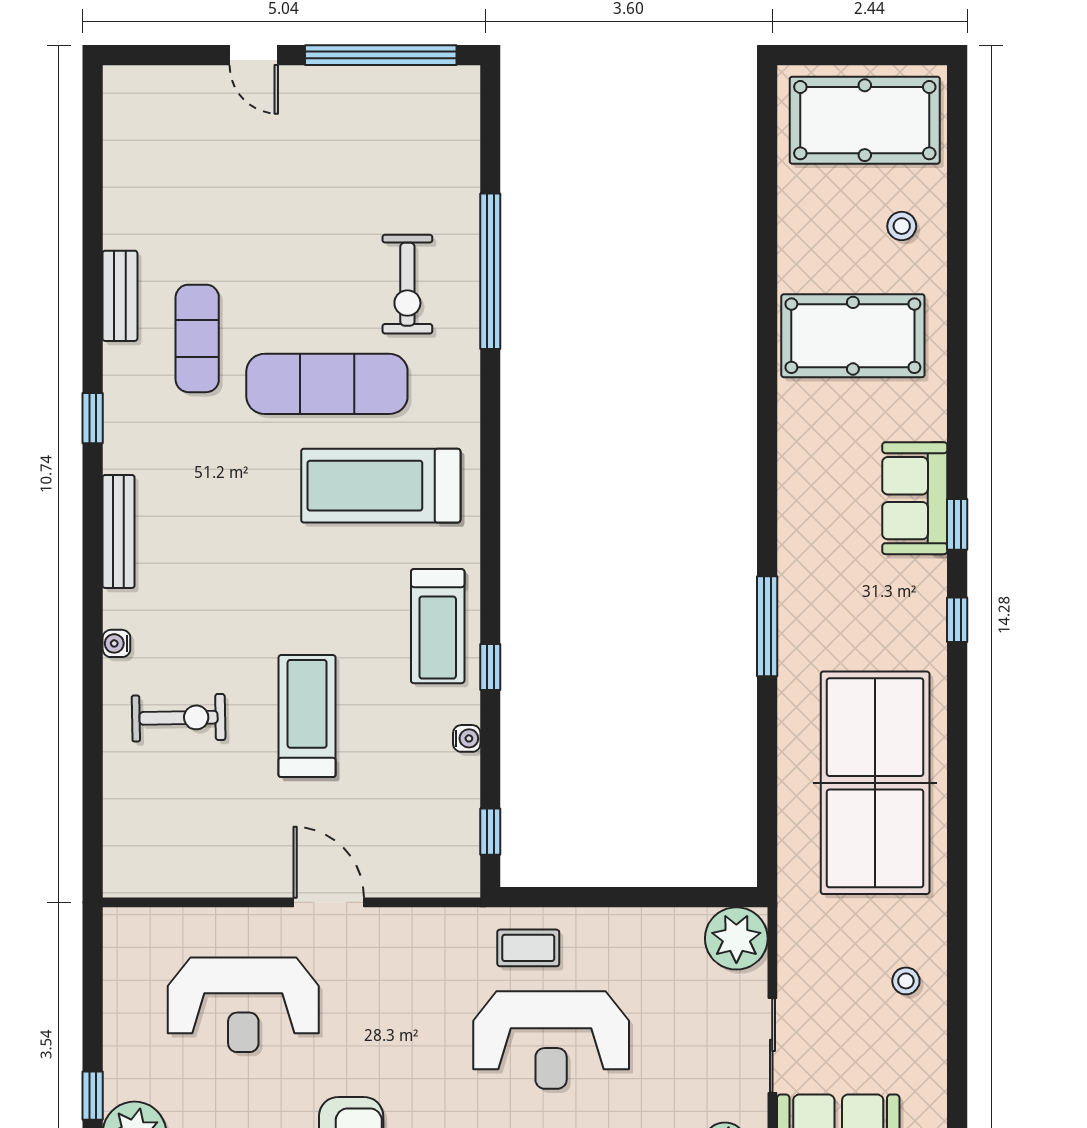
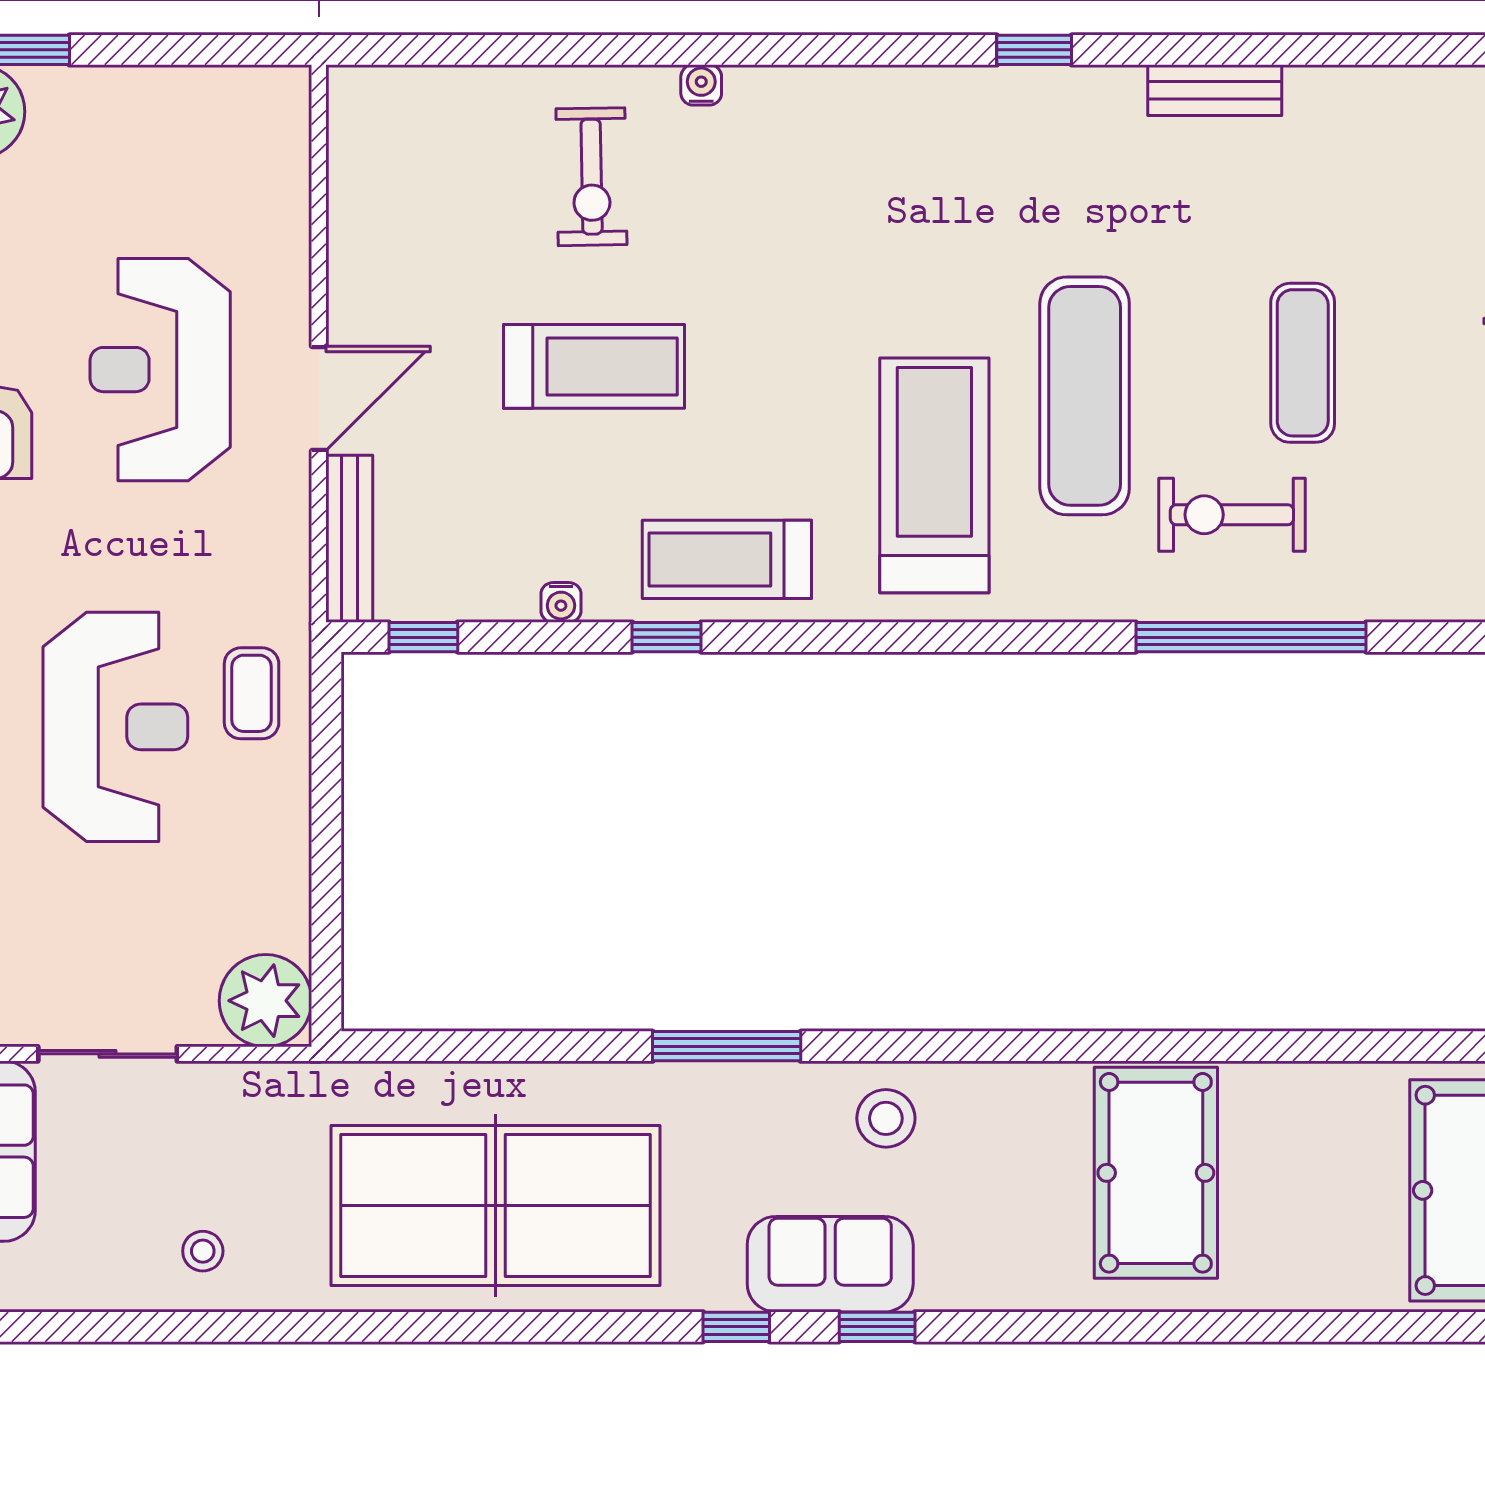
stool: (902, 226) -> (886, 1118), moved, width x1.37, depth x1.37
exercise mat: (197, 338) -> (1303, 363), moved, turned 90
sofa: (915, 498) -> (830, 1264), moved
bench: (119, 531) -> (349, 539), moved, turned 90
reception desk: (243, 1005) -> (160, 370), moved
reception desk: (551, 1040) -> (115, 727), turned 180

